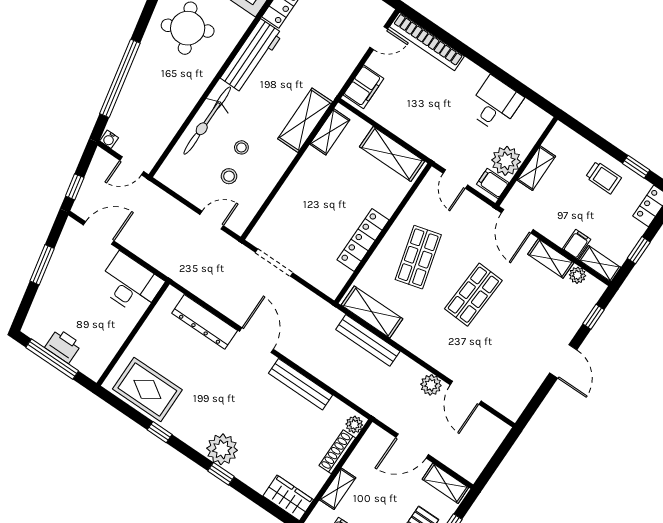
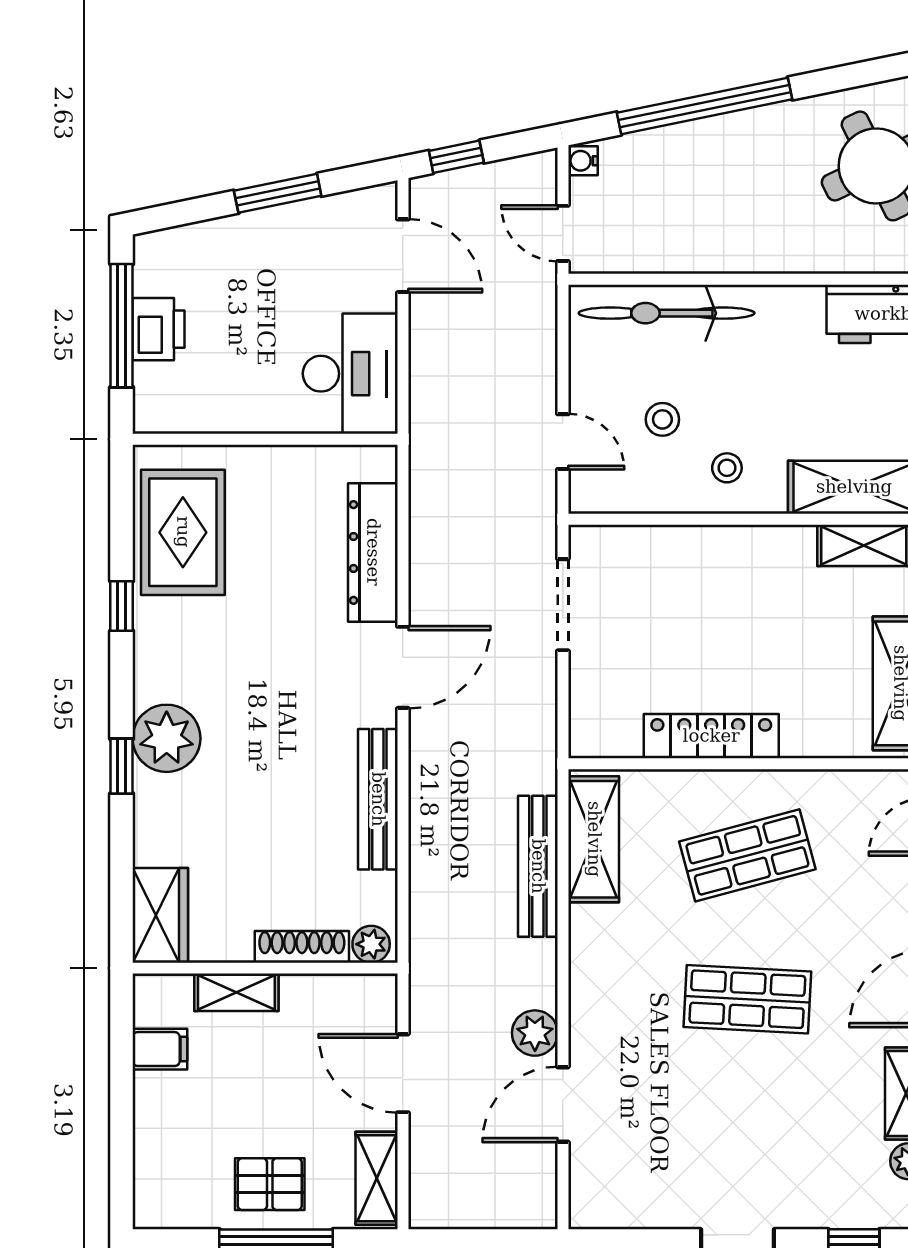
bicycle: (207, 121) -> (667, 313), moved
stool: (241, 147) -> (727, 468), moved

